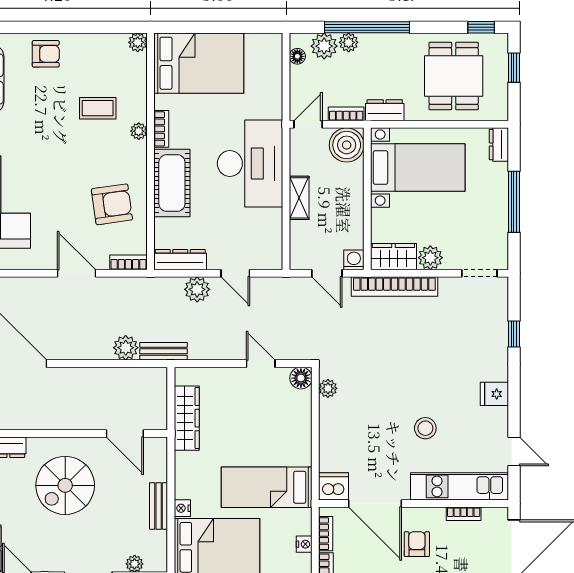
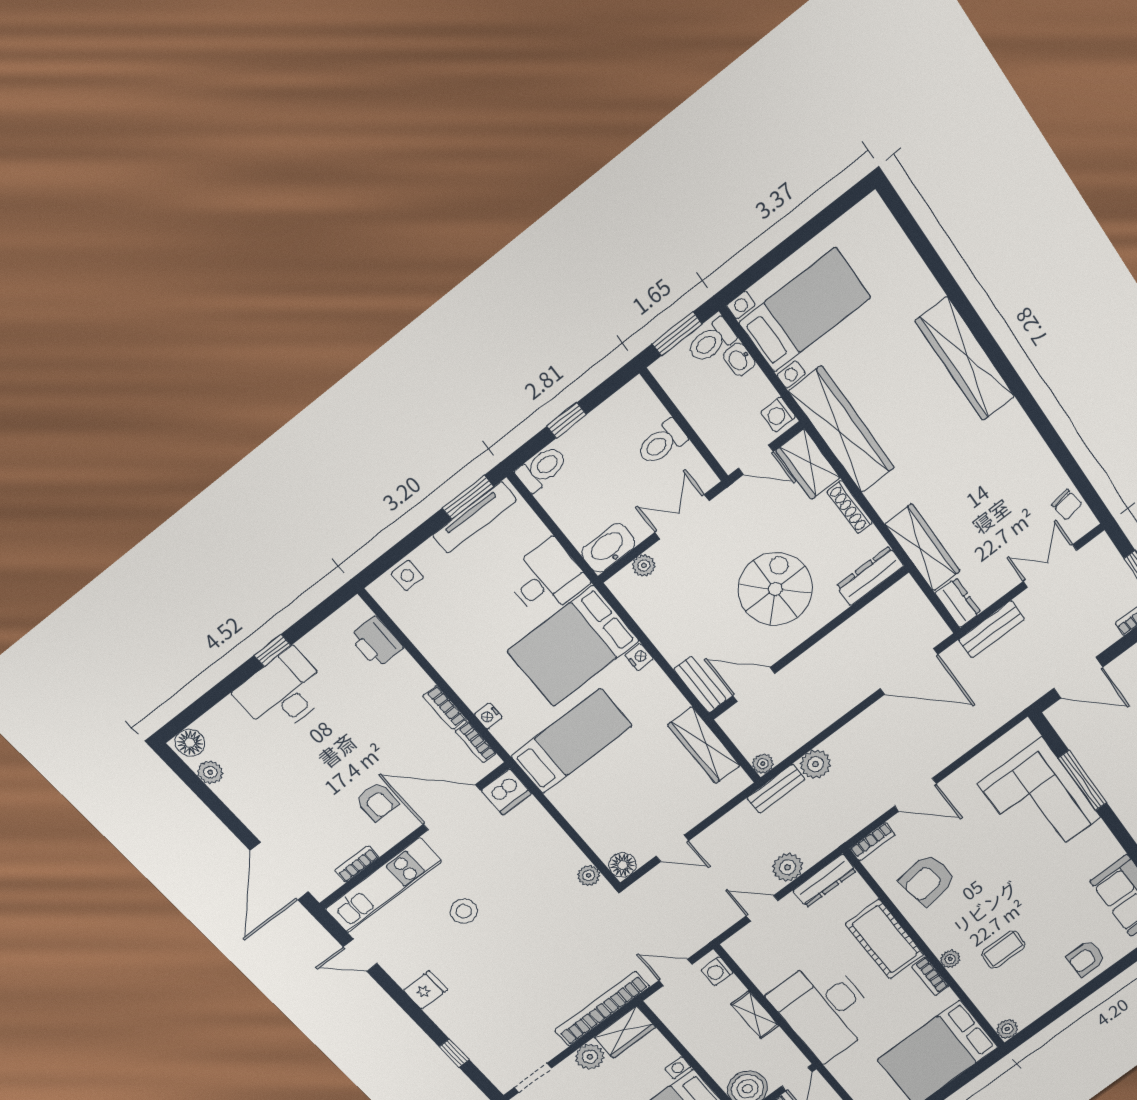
washing machine: (354, 260) -> (717, 971), moved, turned 90
plant: (159, 375) -> (763, 764), added
bench: (159, 506) -> (700, 685), moved

